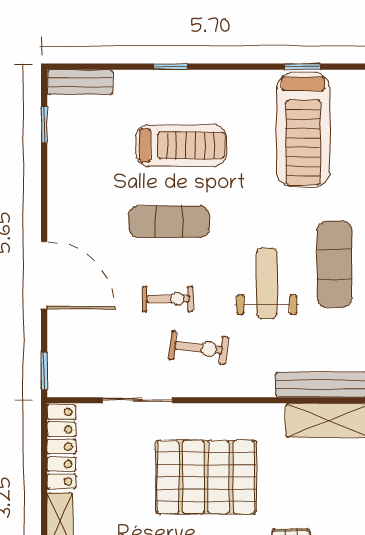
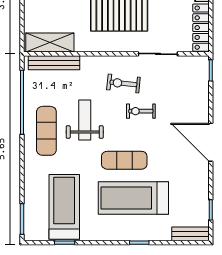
treadmill: (181, 146) -> (133, 198), width x1.37, depth x1.38
exercise mat: (169, 222) -> (124, 160), moved
door: (44, 275) -> (211, 142), moved
weight bench: (267, 283) -> (85, 120), turned 180

